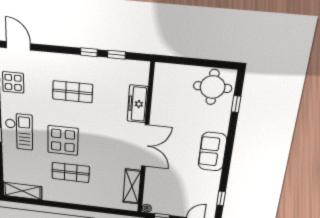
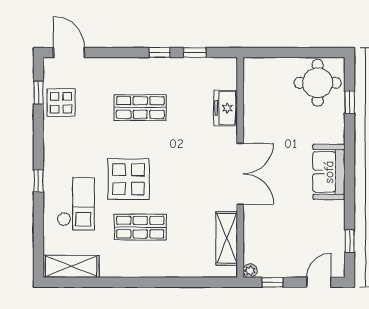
freezer: (138, 104) -> (226, 108), width x0.71
checkout: (19, 131) -> (76, 204), moved

